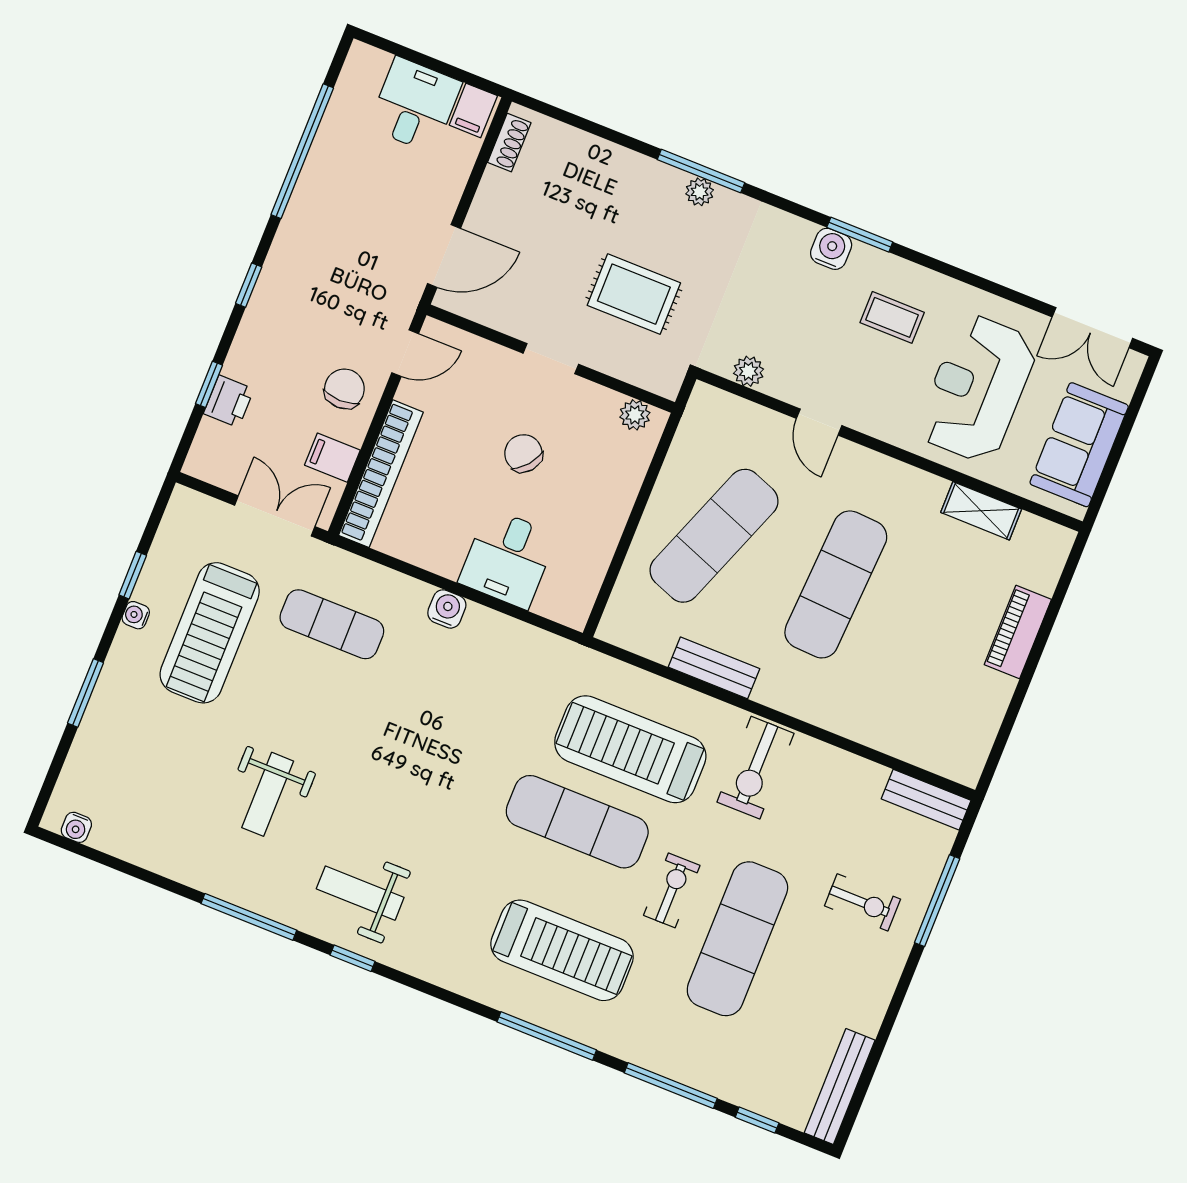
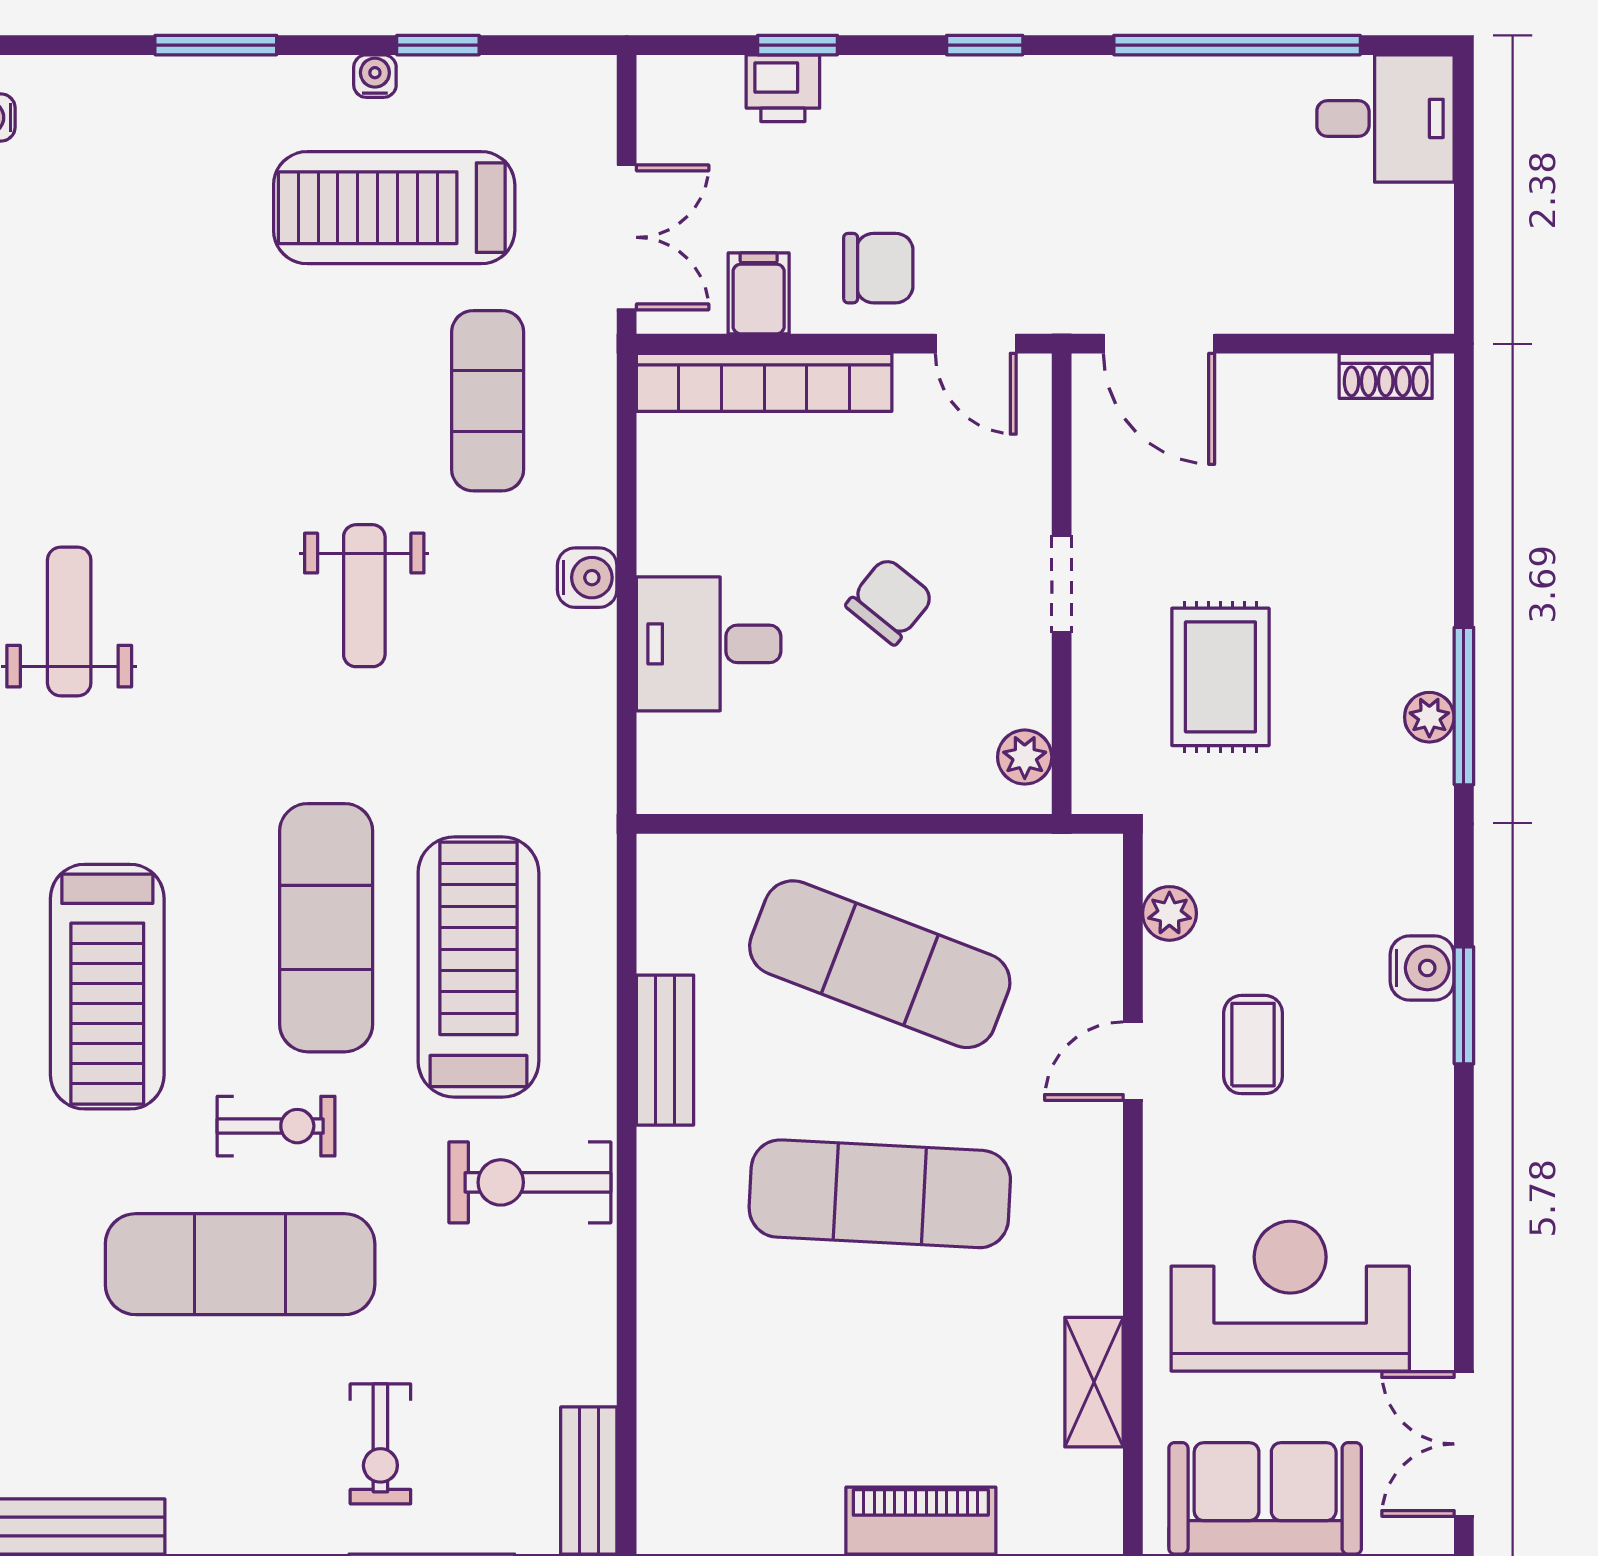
desk: (415, 105) -> (1386, 118), moved
filing cabinet: (473, 110) -> (1415, 297), removed
coffee table: (892, 317) -> (1253, 1045), moved
weight bench: (268, 794) -> (364, 596), moved, turned -90

